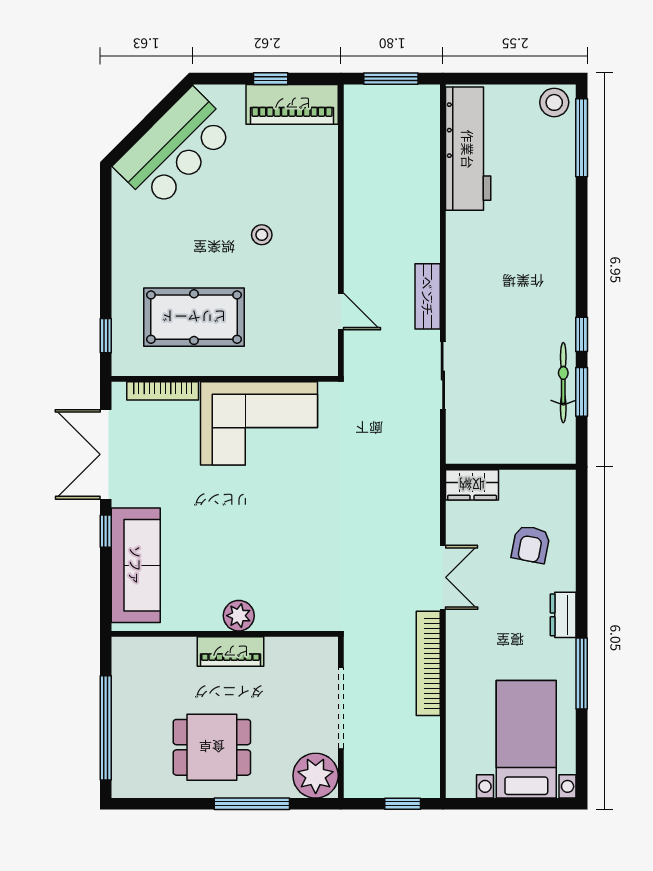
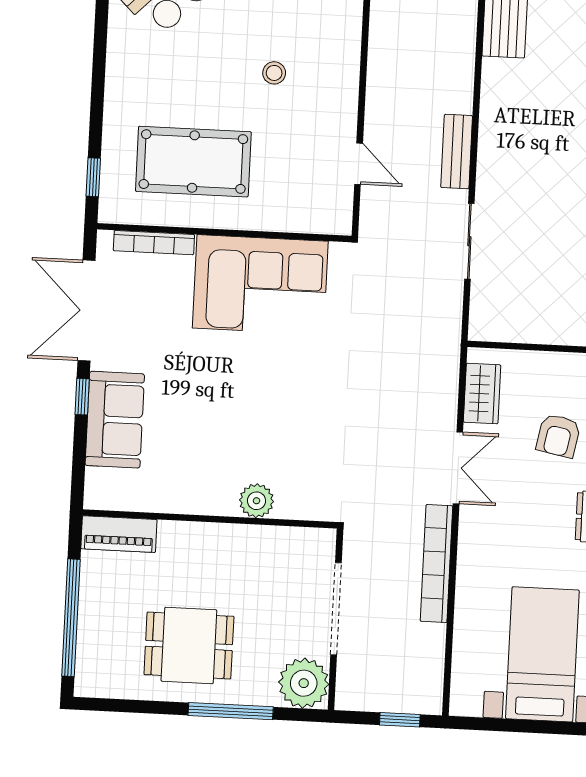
wardrobe: (472, 485) -> (482, 394), moved, turned -90
sofa: (136, 565) -> (115, 420), width x0.73
plant: (239, 616) -> (257, 501), moved
piano: (230, 652) -> (119, 534), moved

